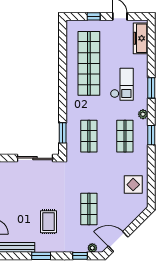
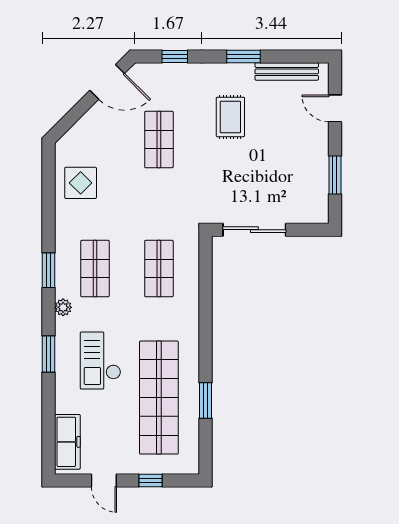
window: (63, 133) -> (205, 401), moved
plant: (92, 248) -> (153, 71), removed

